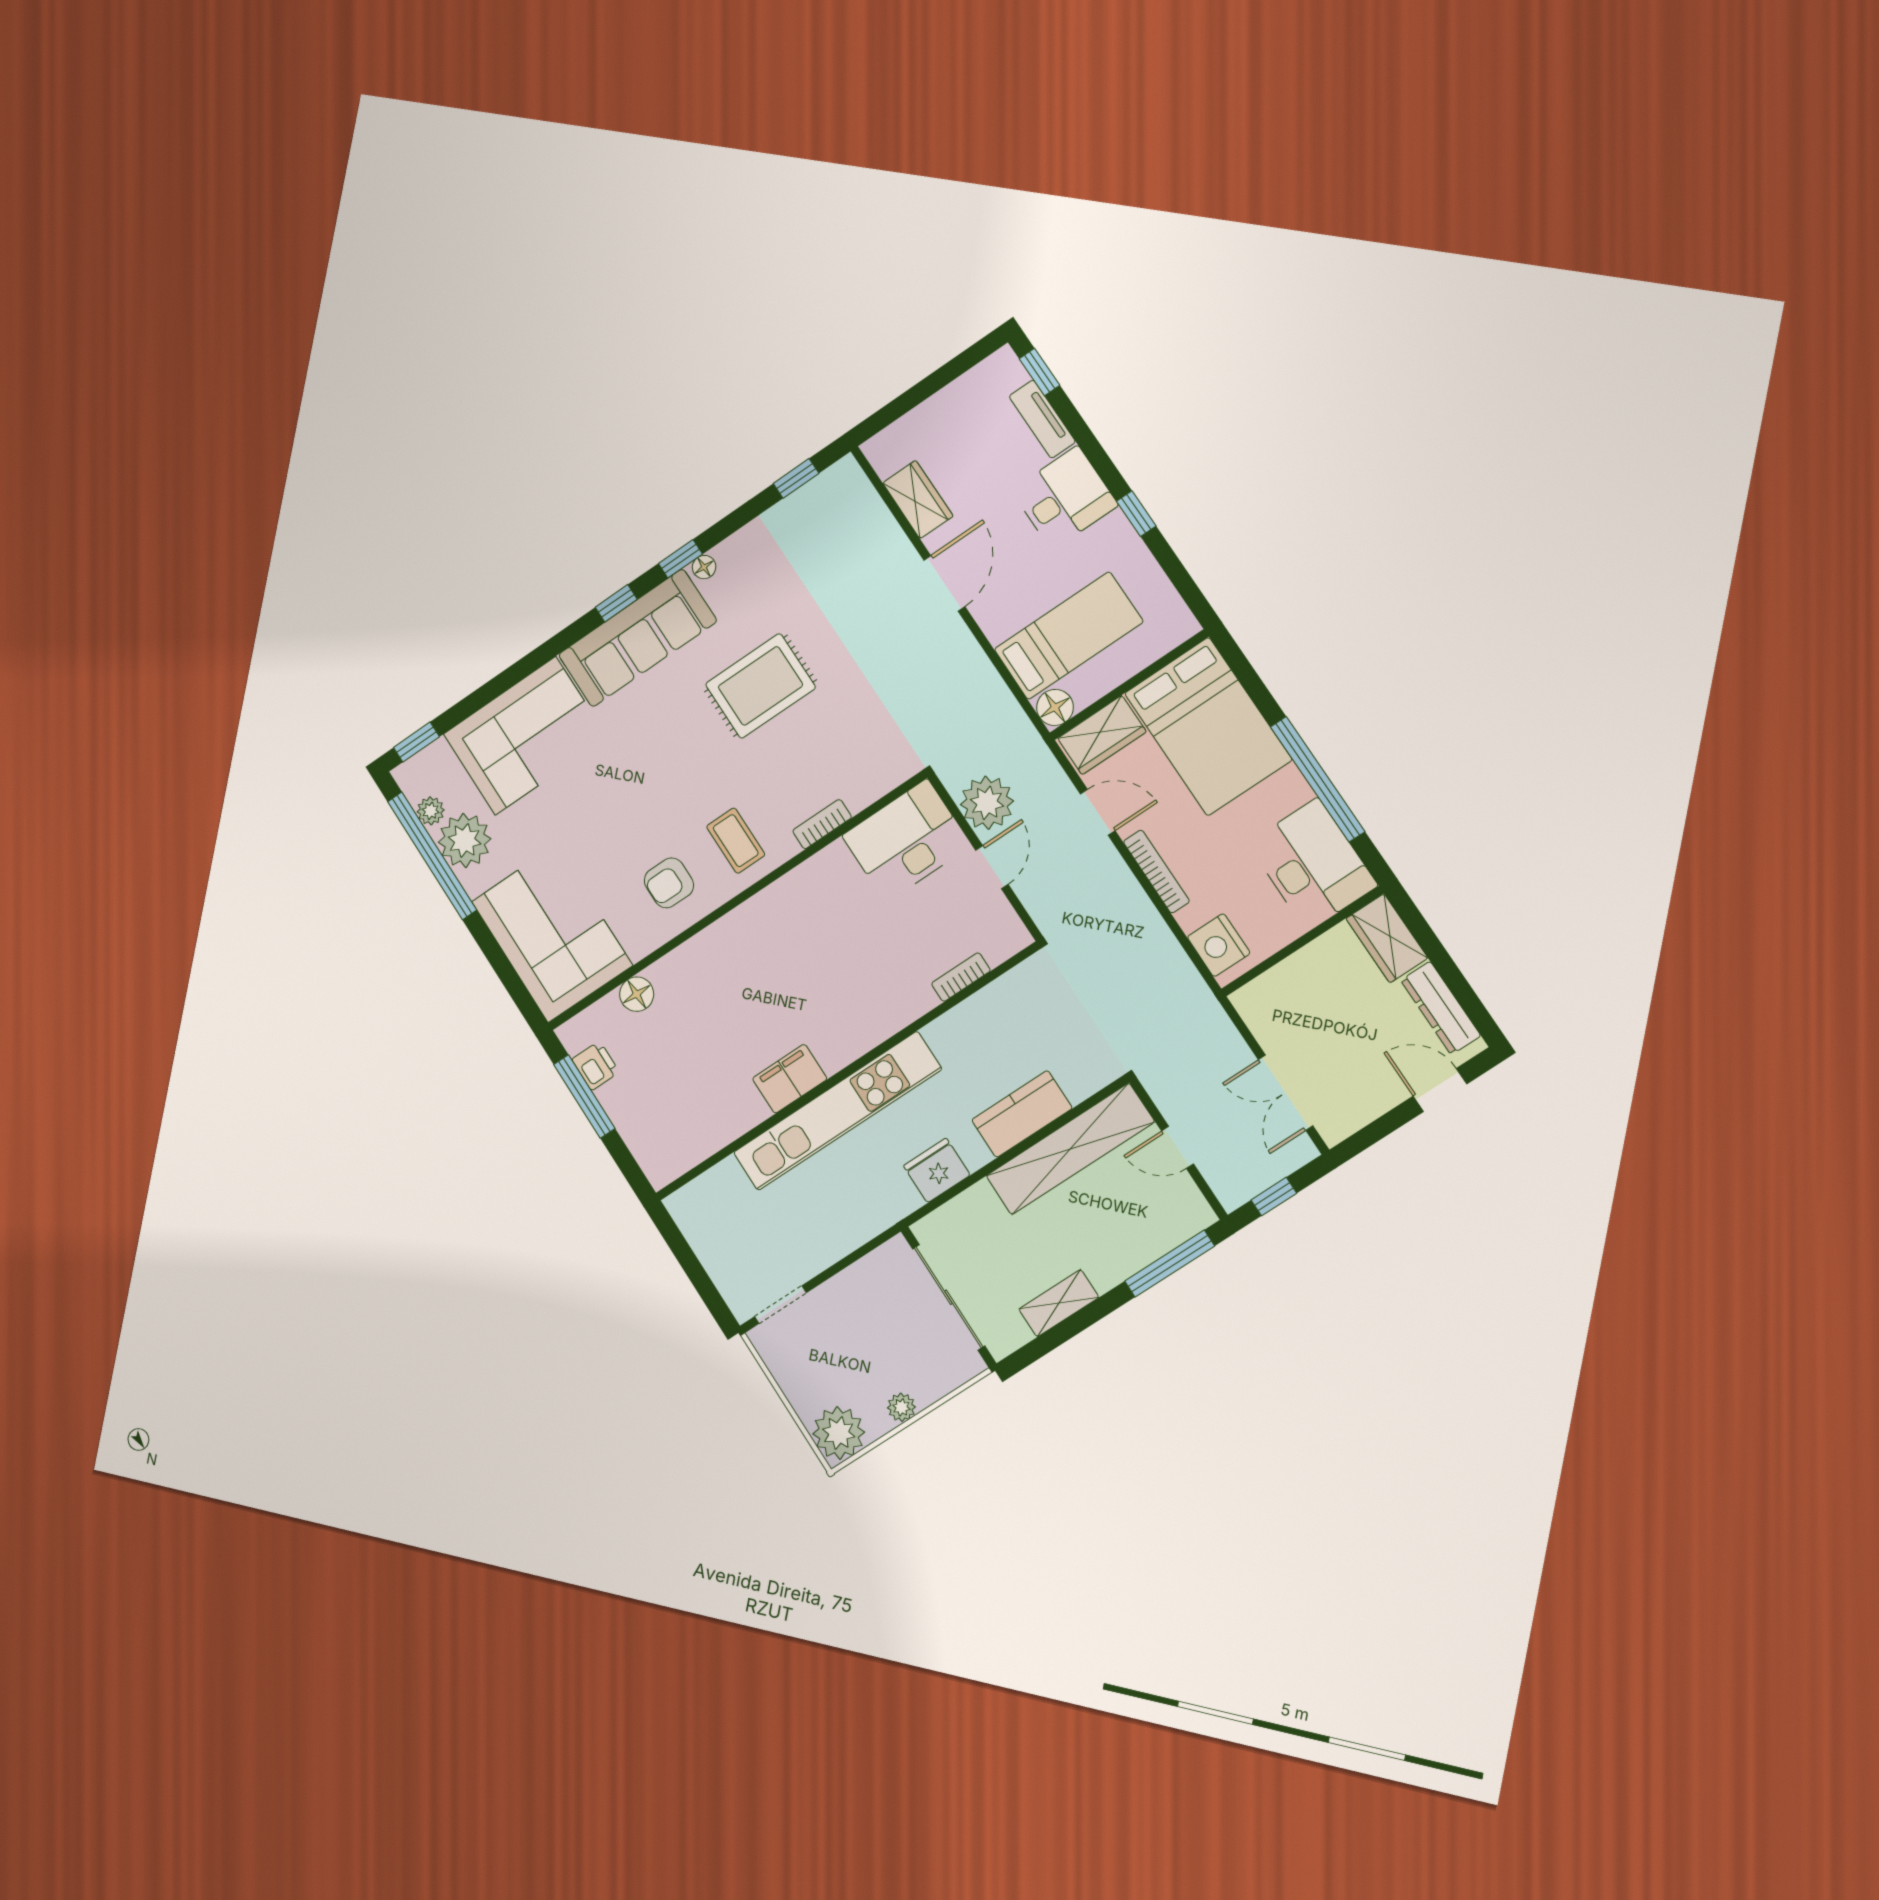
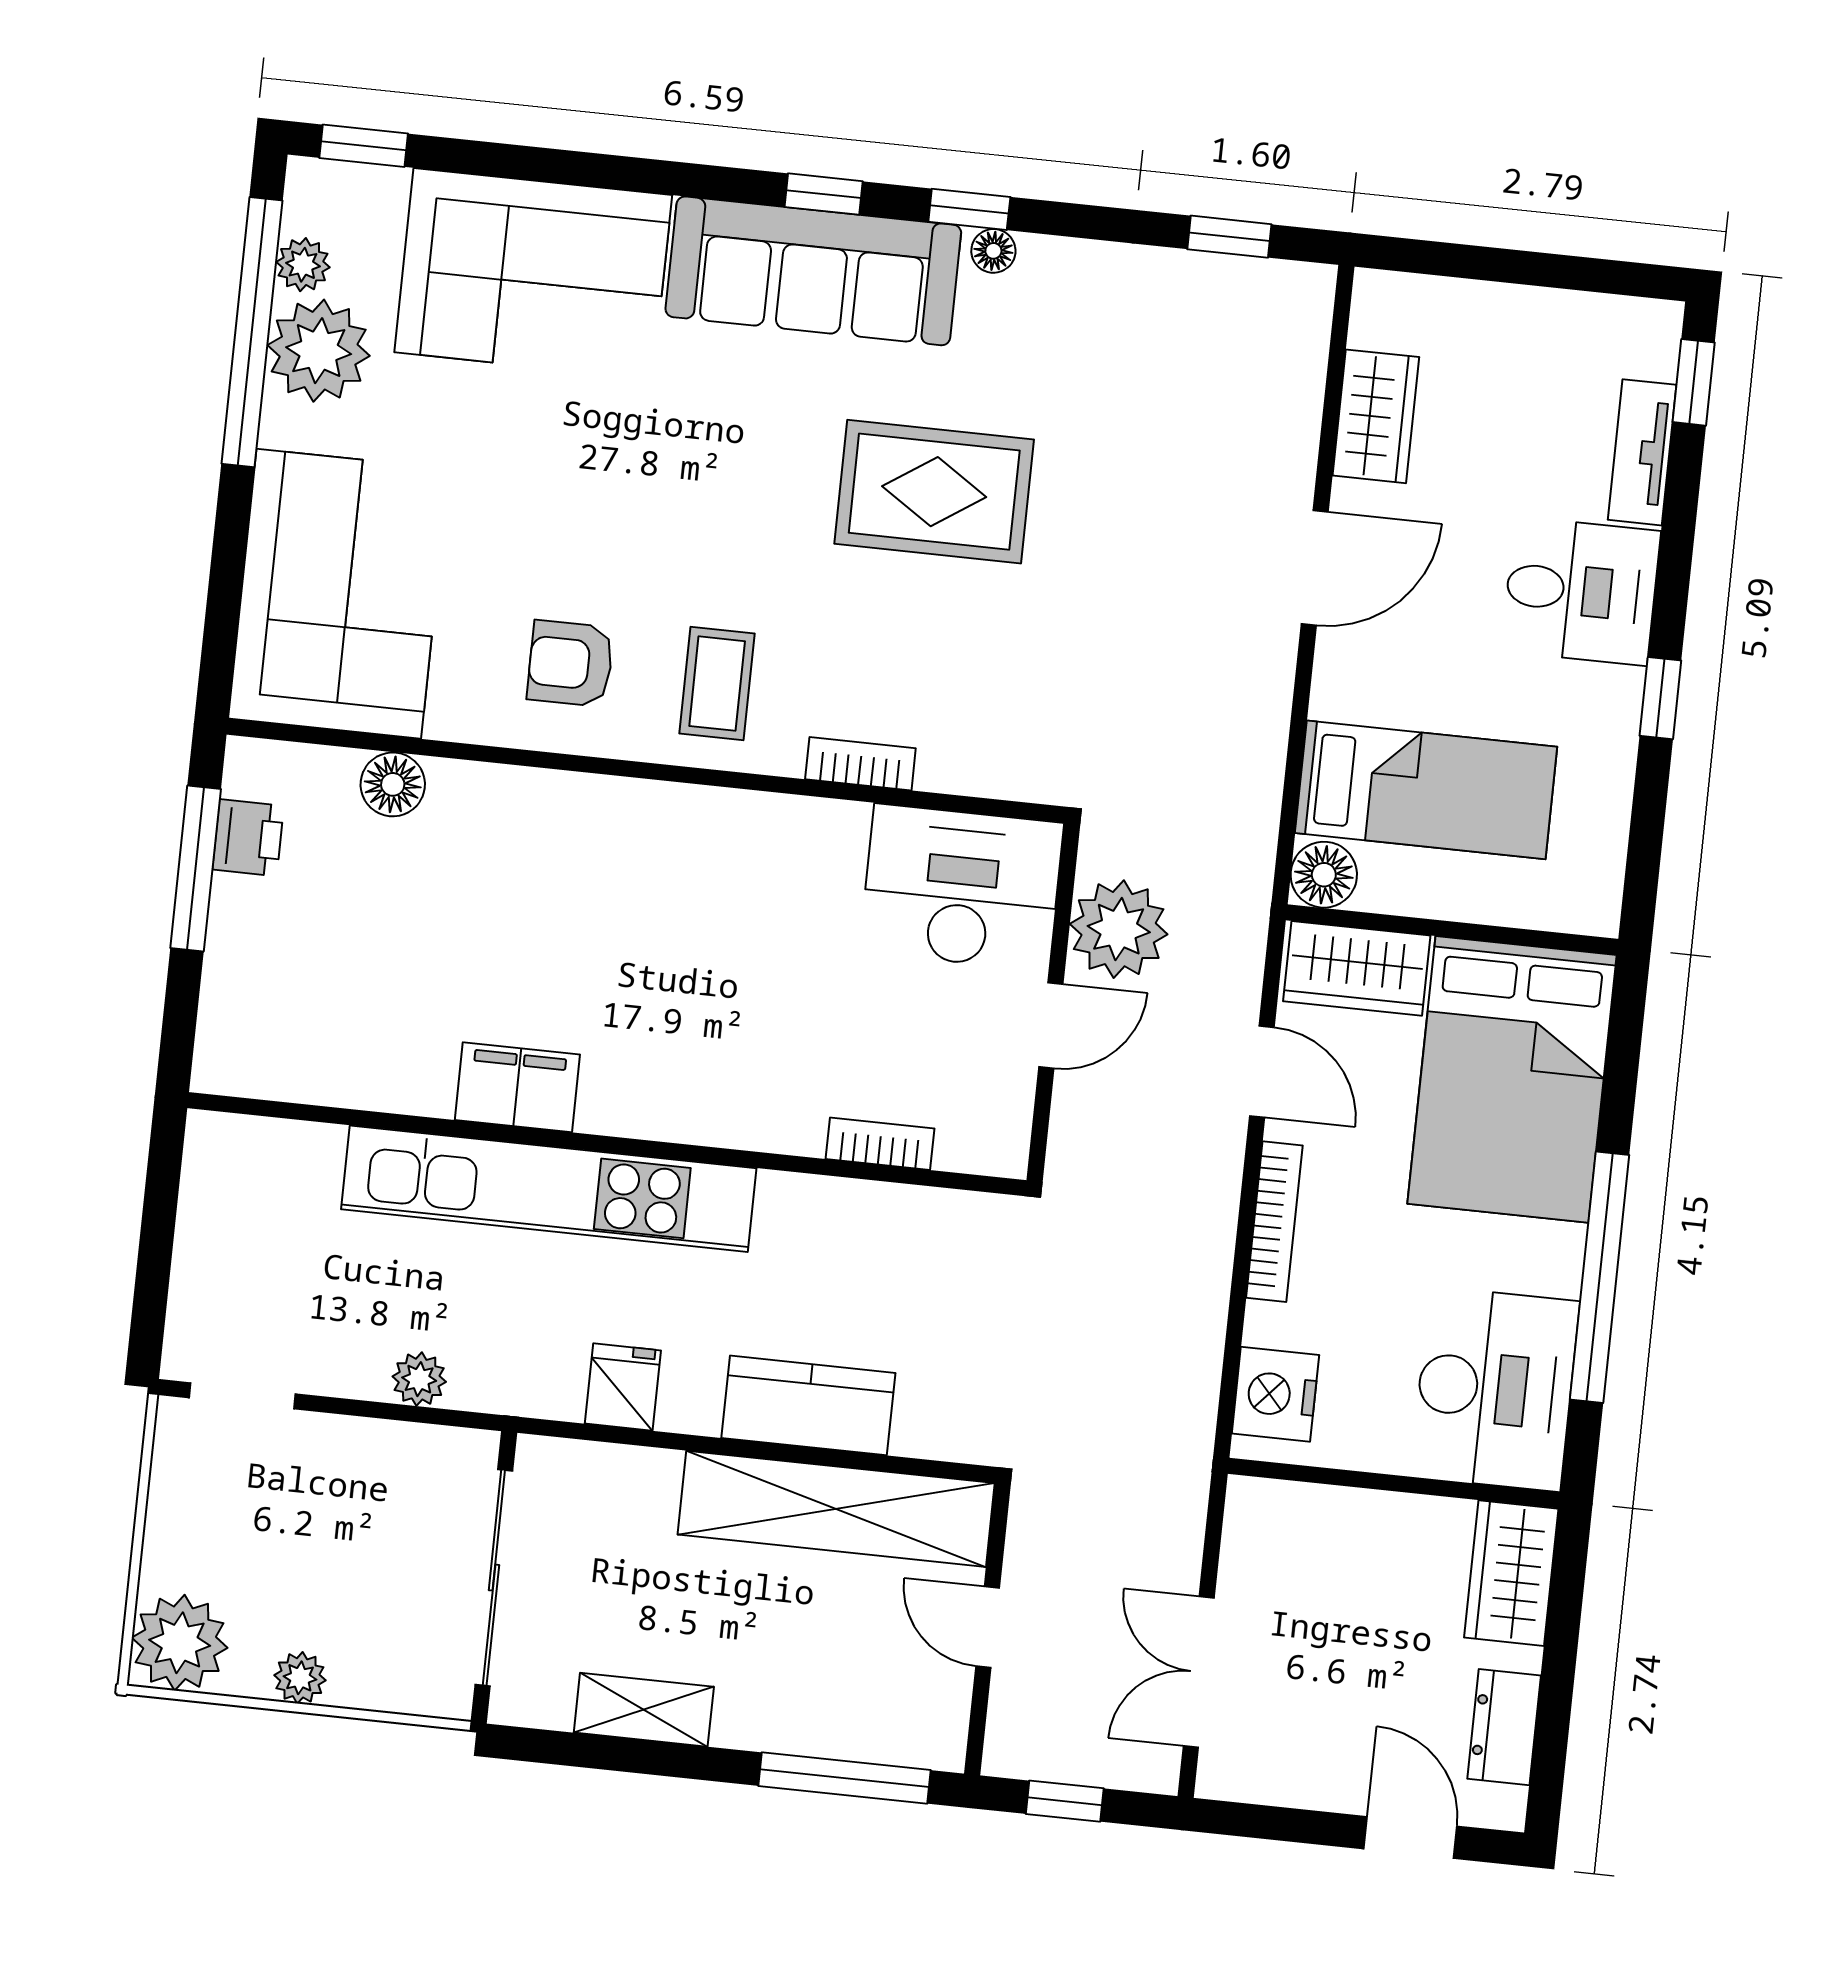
dresser: (1441, 1008) -> (1504, 1727), width x0.70
fridge: (937, 1170) -> (623, 1387), width x0.72
plant: (848, 1237) -> (419, 1379), added

